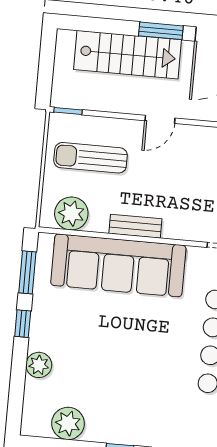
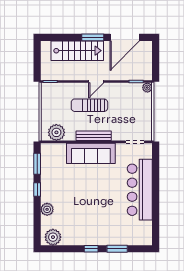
sun lounger: (90, 158) -> (89, 105), moved
bench: (135, 226) -> (94, 136), width x1.36
sofa: (118, 265) -> (91, 153), width x0.74, depth x0.79
plant: (68, 423) -> (53, 237), moved

